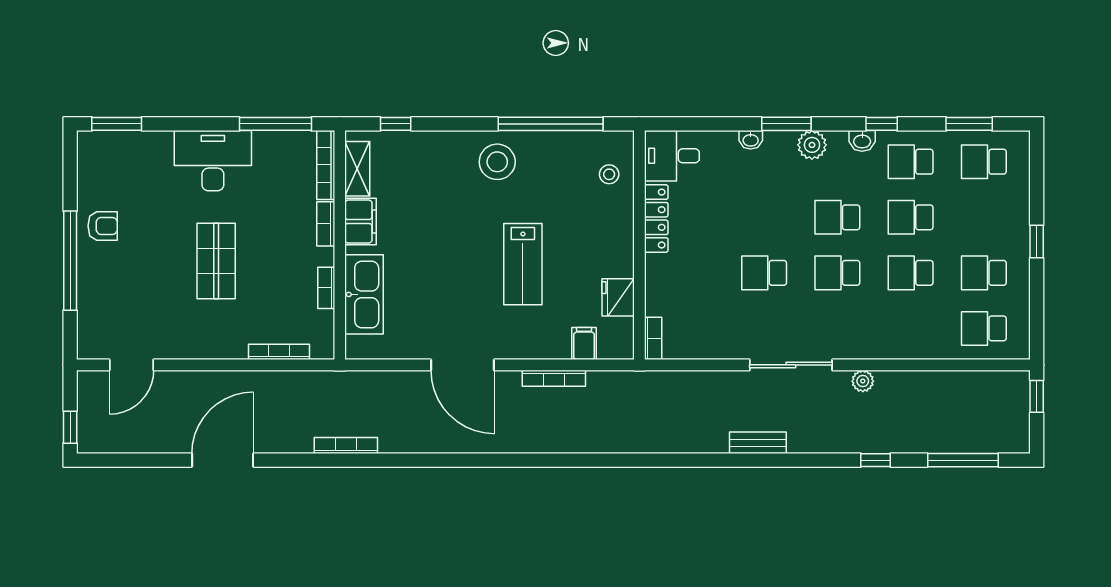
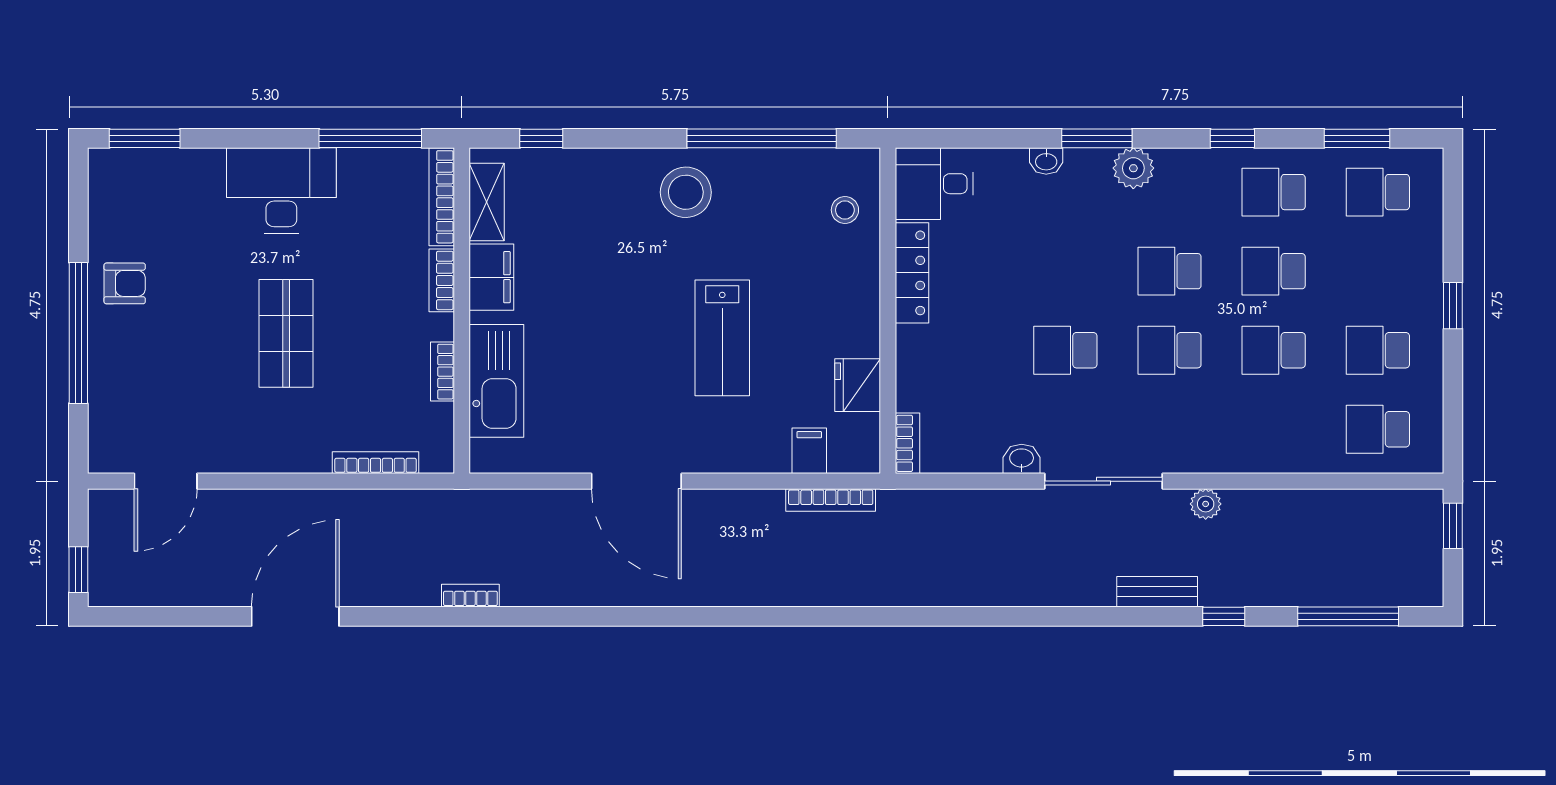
washbasin: (862, 141) -> (1022, 459), moved, turned 180
bookcase: (554, 378) -> (831, 500), moved
bench: (758, 443) -> (1157, 592), moved
bookcase: (346, 445) -> (470, 596), width x0.64

